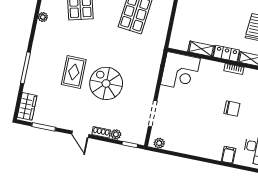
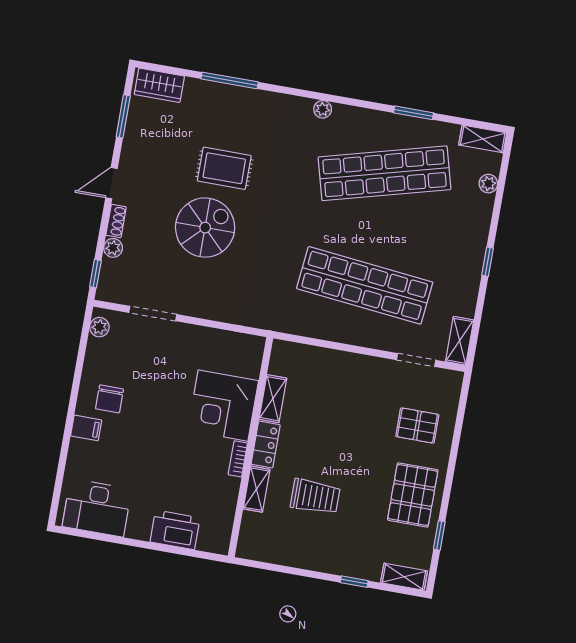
corner desk: (180, 71) -> (223, 406), moved
chair: (232, 109) -> (109, 399), moved
filing cabinet: (229, 155) -> (86, 428), moved

